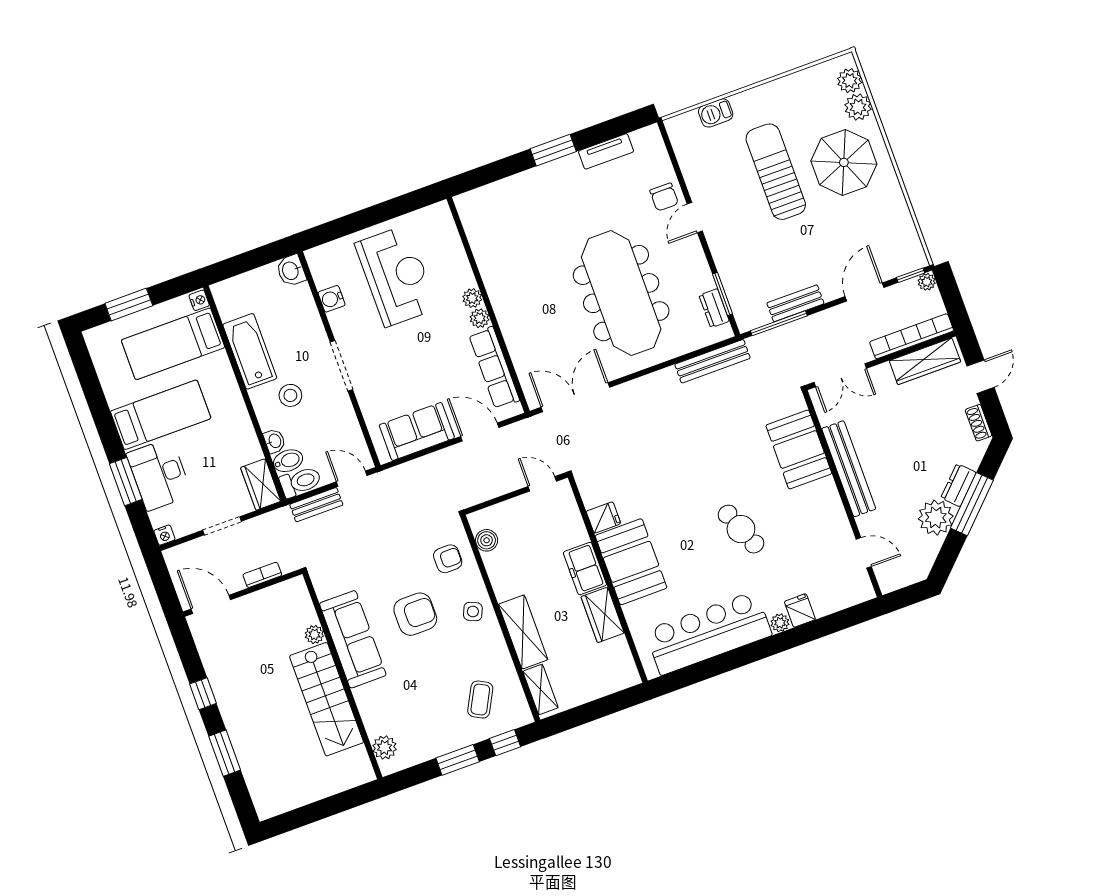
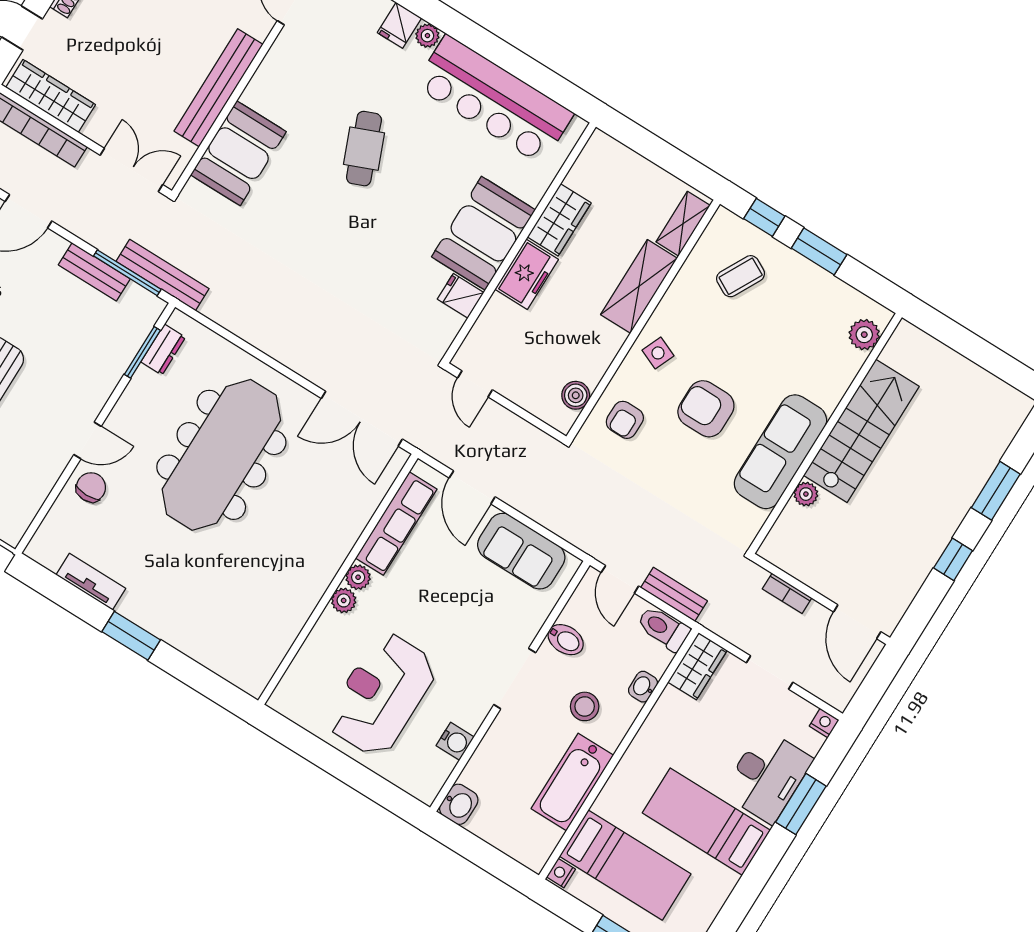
bench: (712, 361) -> (163, 275), moved
bidet: (288, 461) -> (566, 640), moved, turned 180
armchair: (448, 559) -> (625, 420), turned -90

